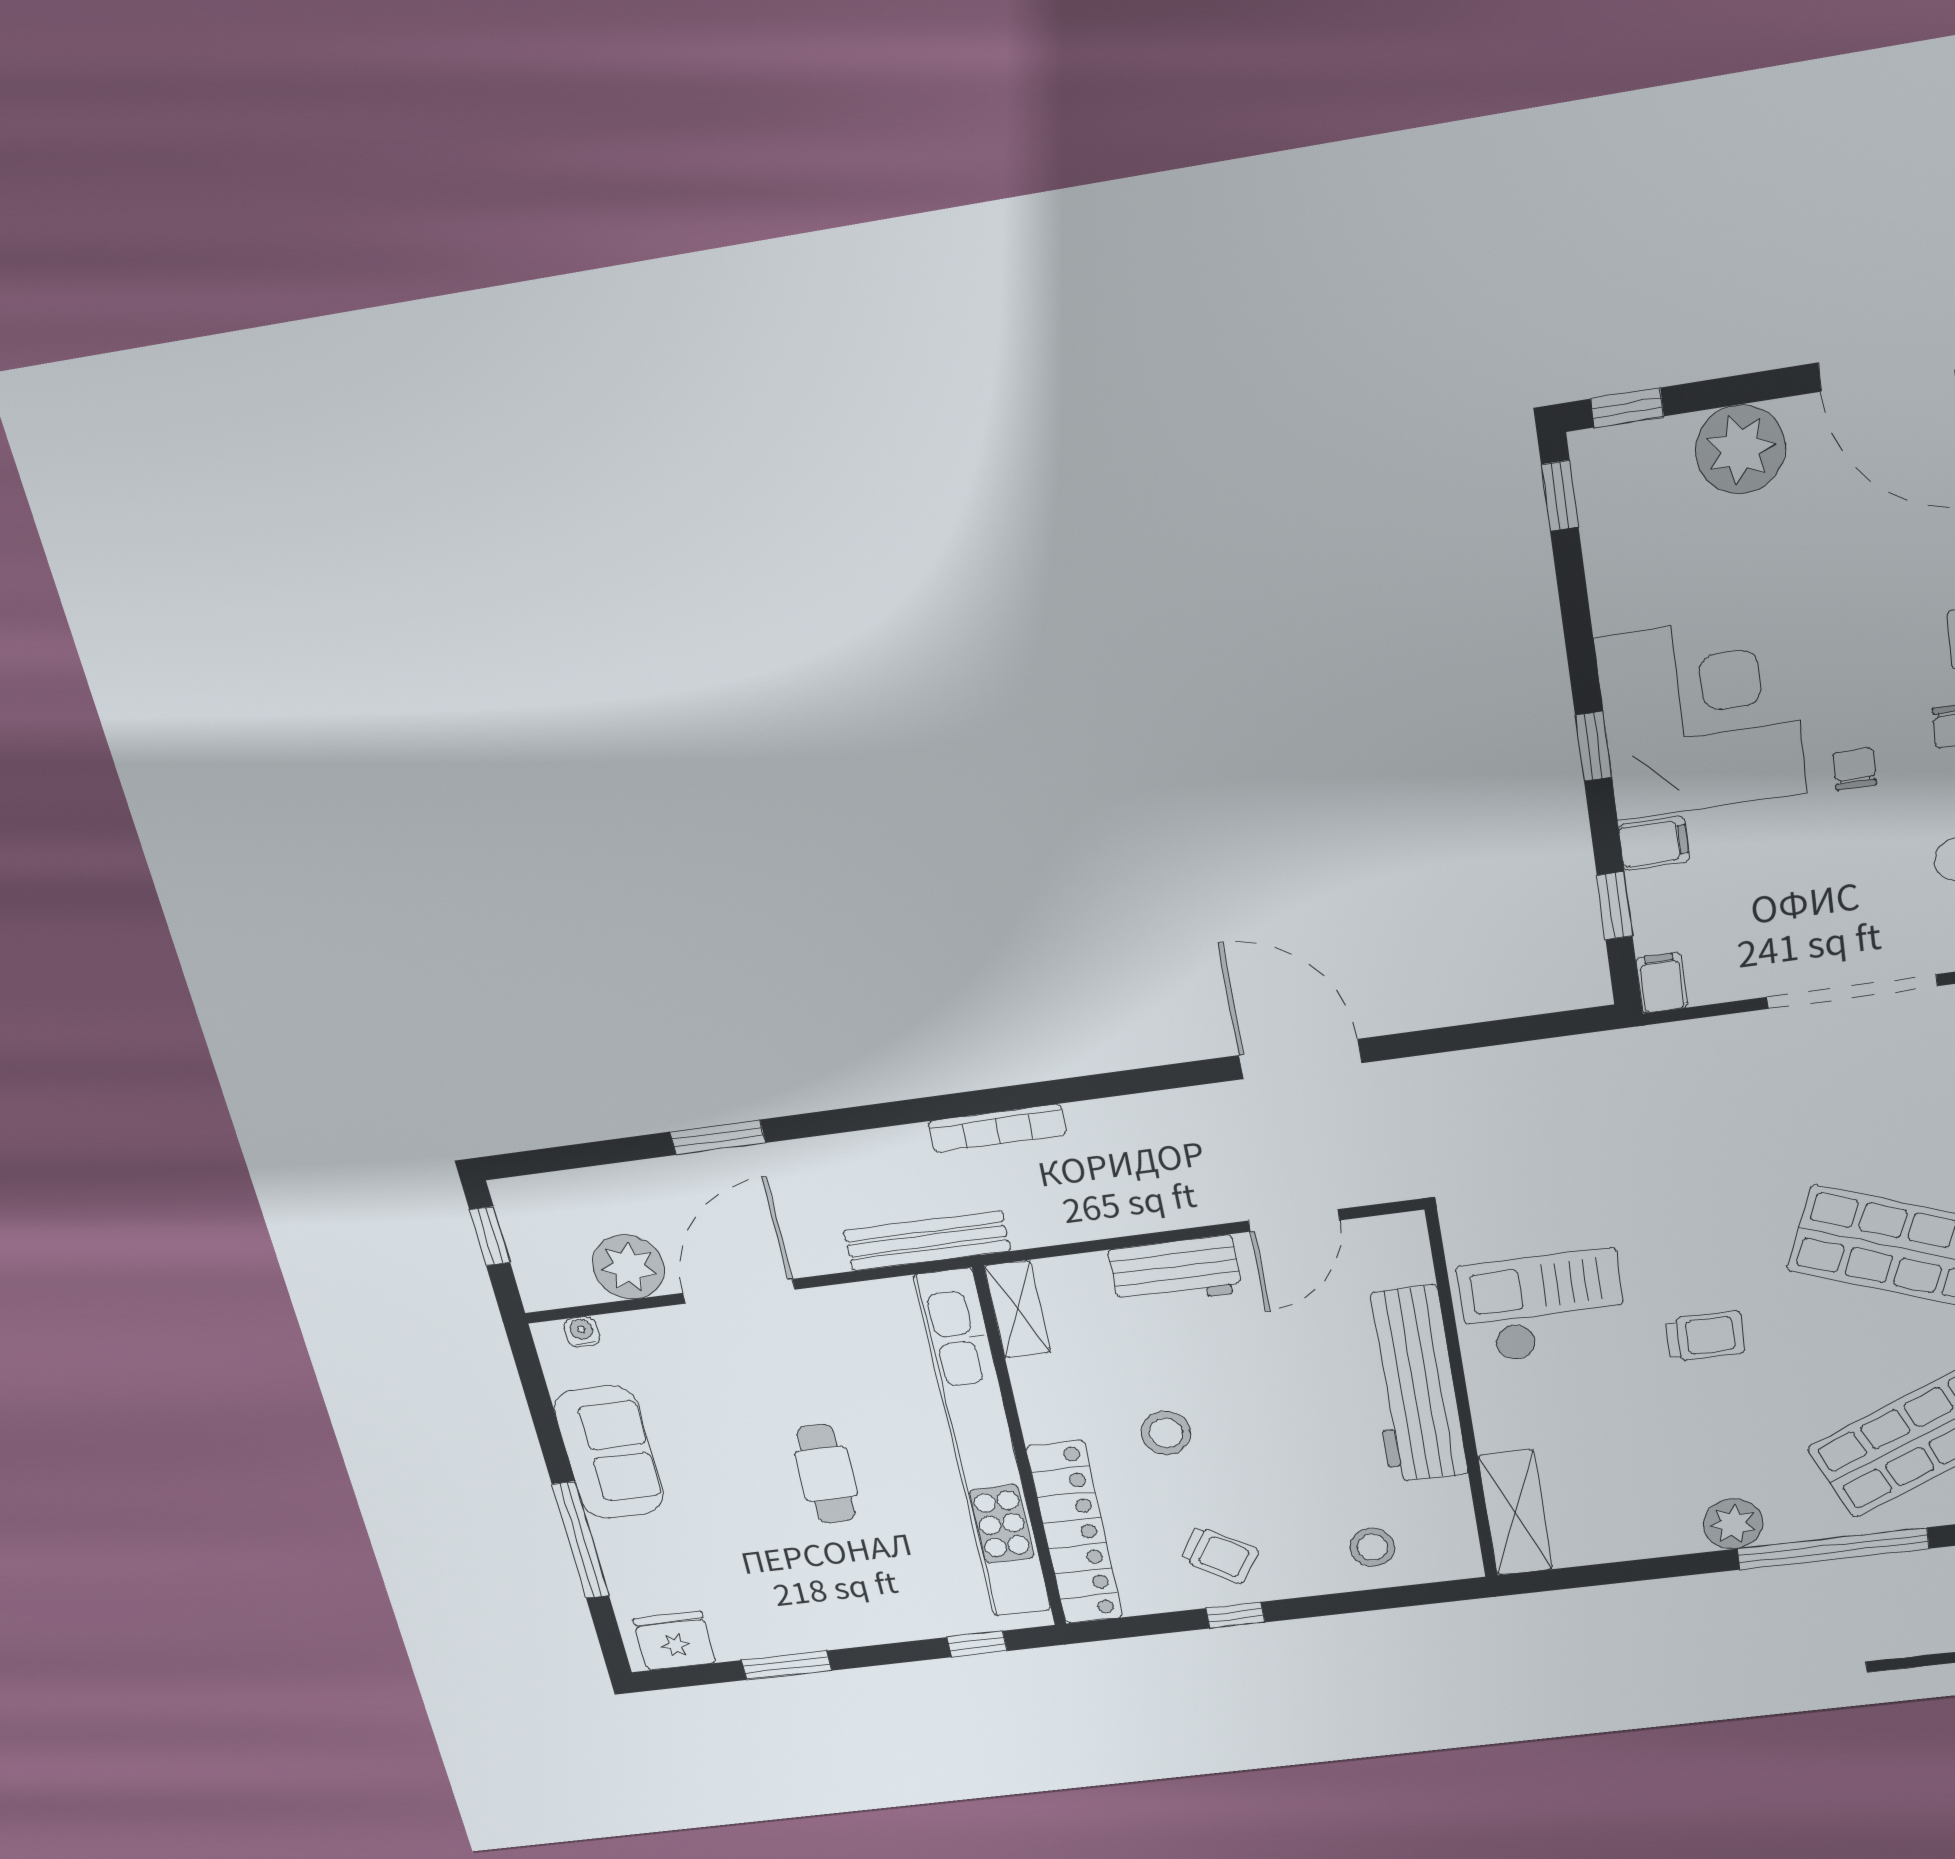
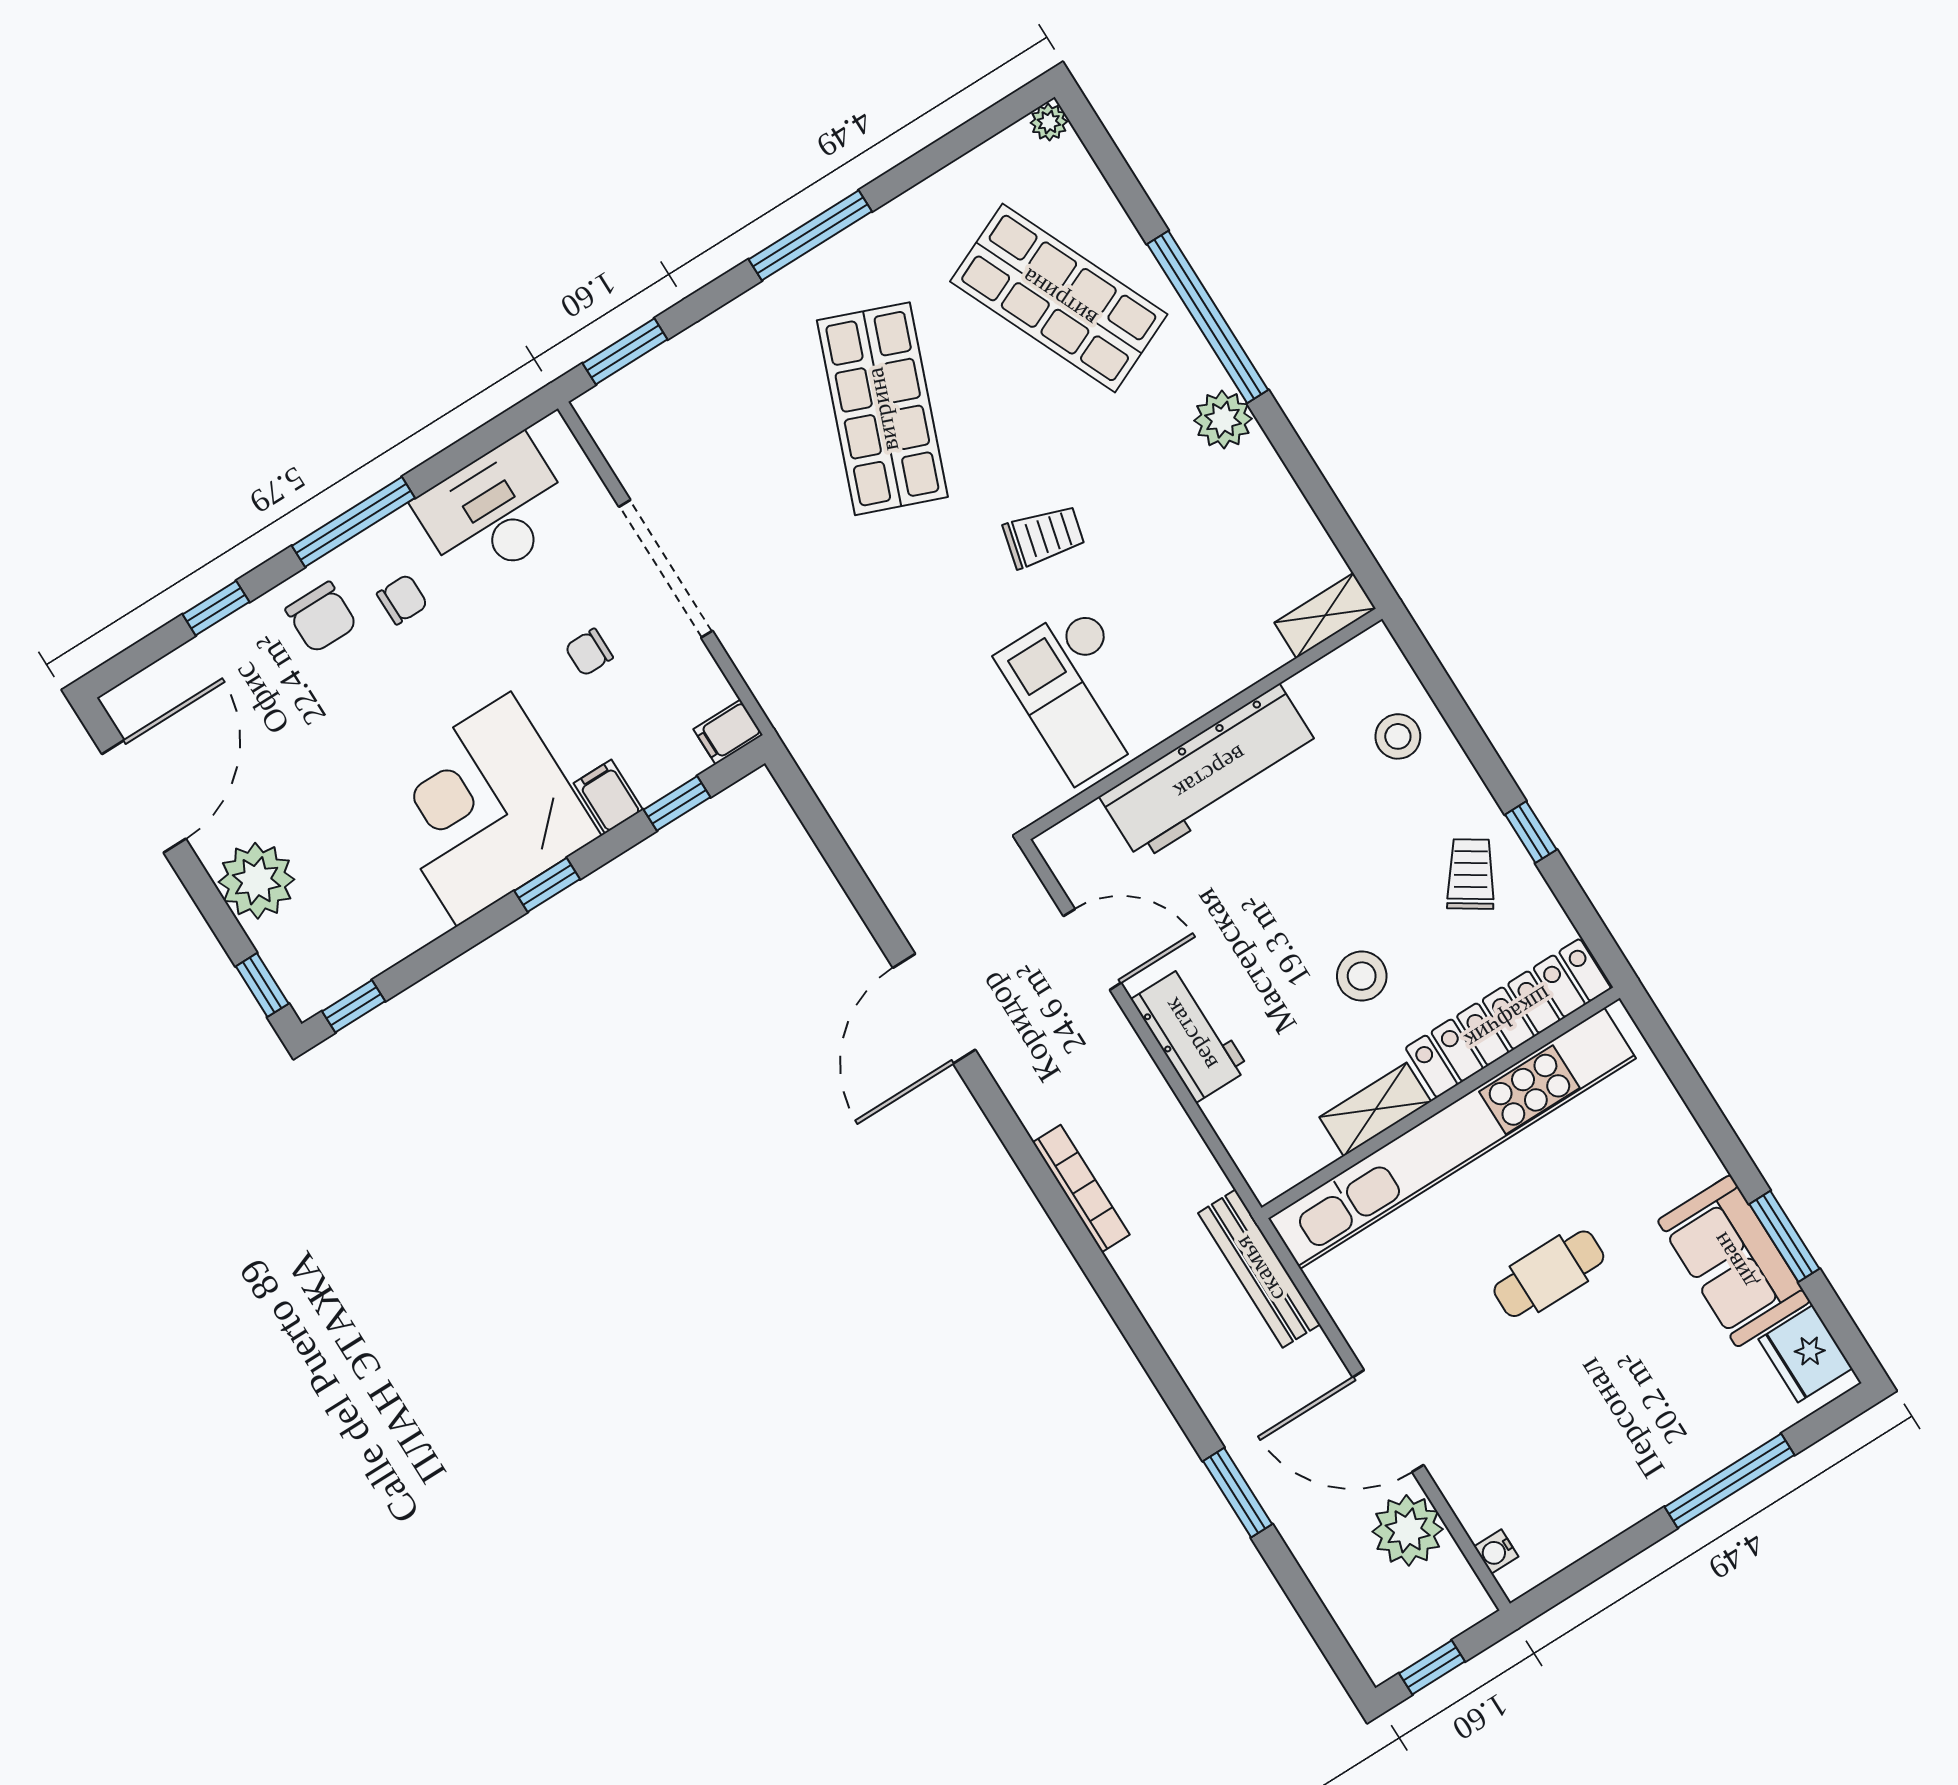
chair: (1855, 769) -> (589, 652), moved
bookcase: (997, 1128) -> (1081, 1188), moved
shelving: (1017, 1309) -> (1375, 1109), moved
trolley: (1705, 1336) -> (1044, 536), turned 104
sofa: (609, 1452) -> (1734, 1261), moved, turned -90
shelving: (1515, 1513) -> (1325, 616), width x0.67, depth x0.75
window: (977, 1644) -> (1676, 1063), removed

